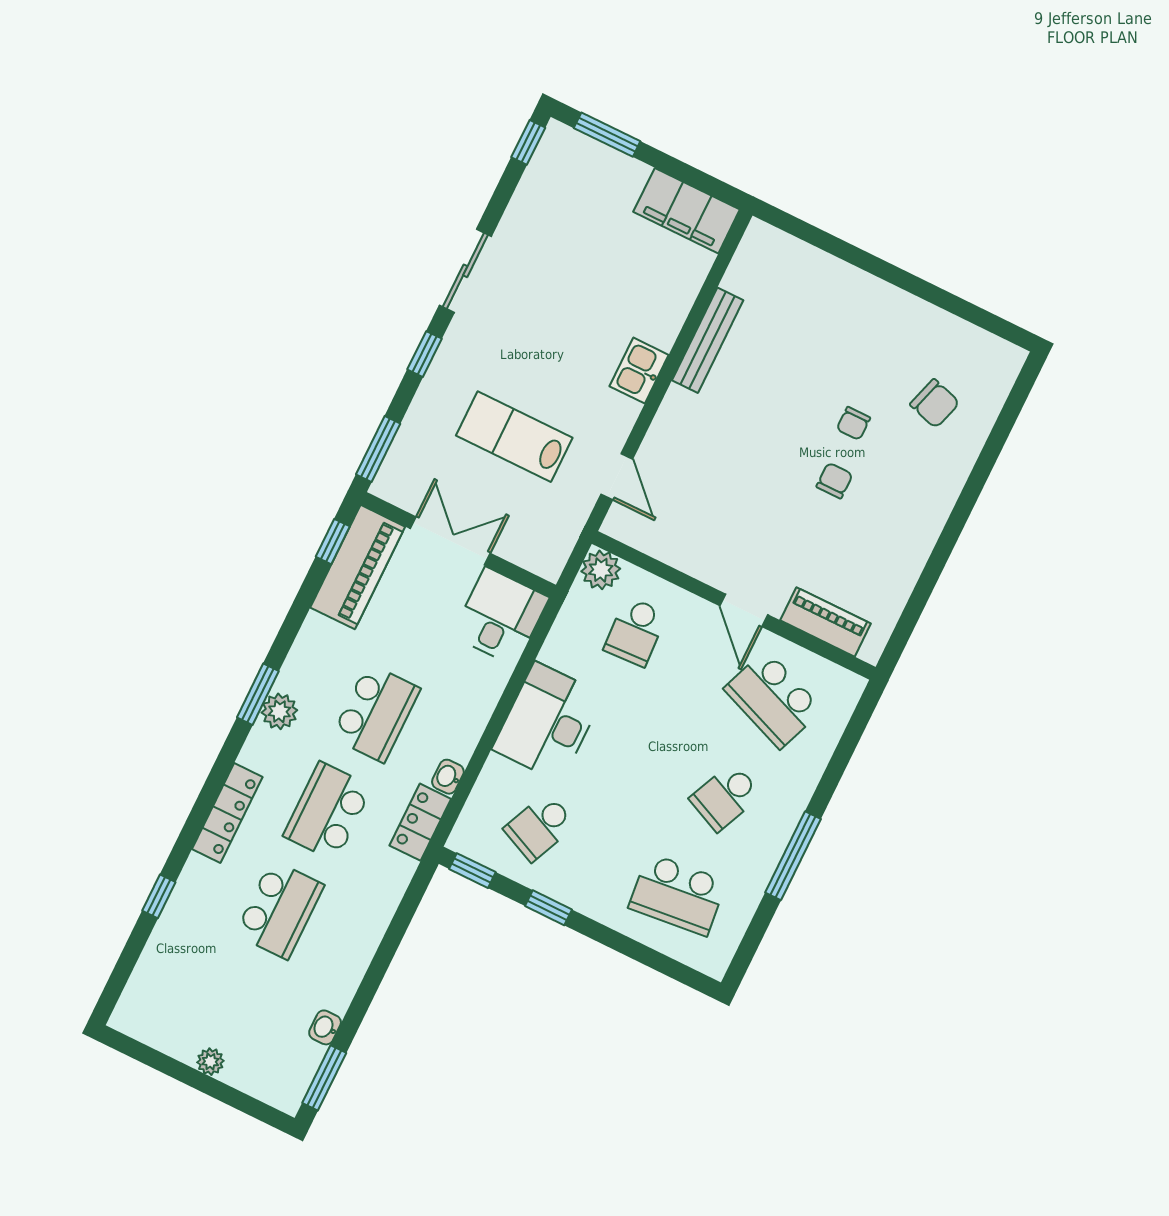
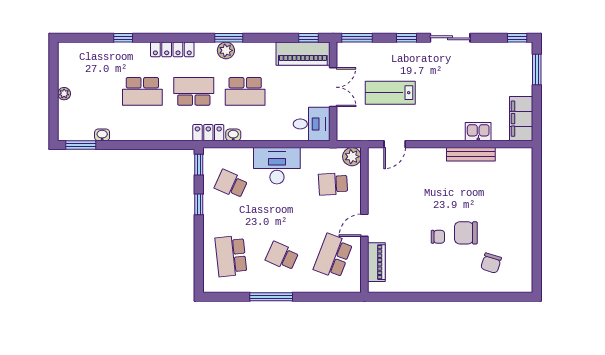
kitchen sink: (639, 371) -> (478, 132), moved
chair: (853, 423) -> (466, 233), width x1.87, depth x1.87
lab bench: (514, 437) -> (390, 93), turned -90

